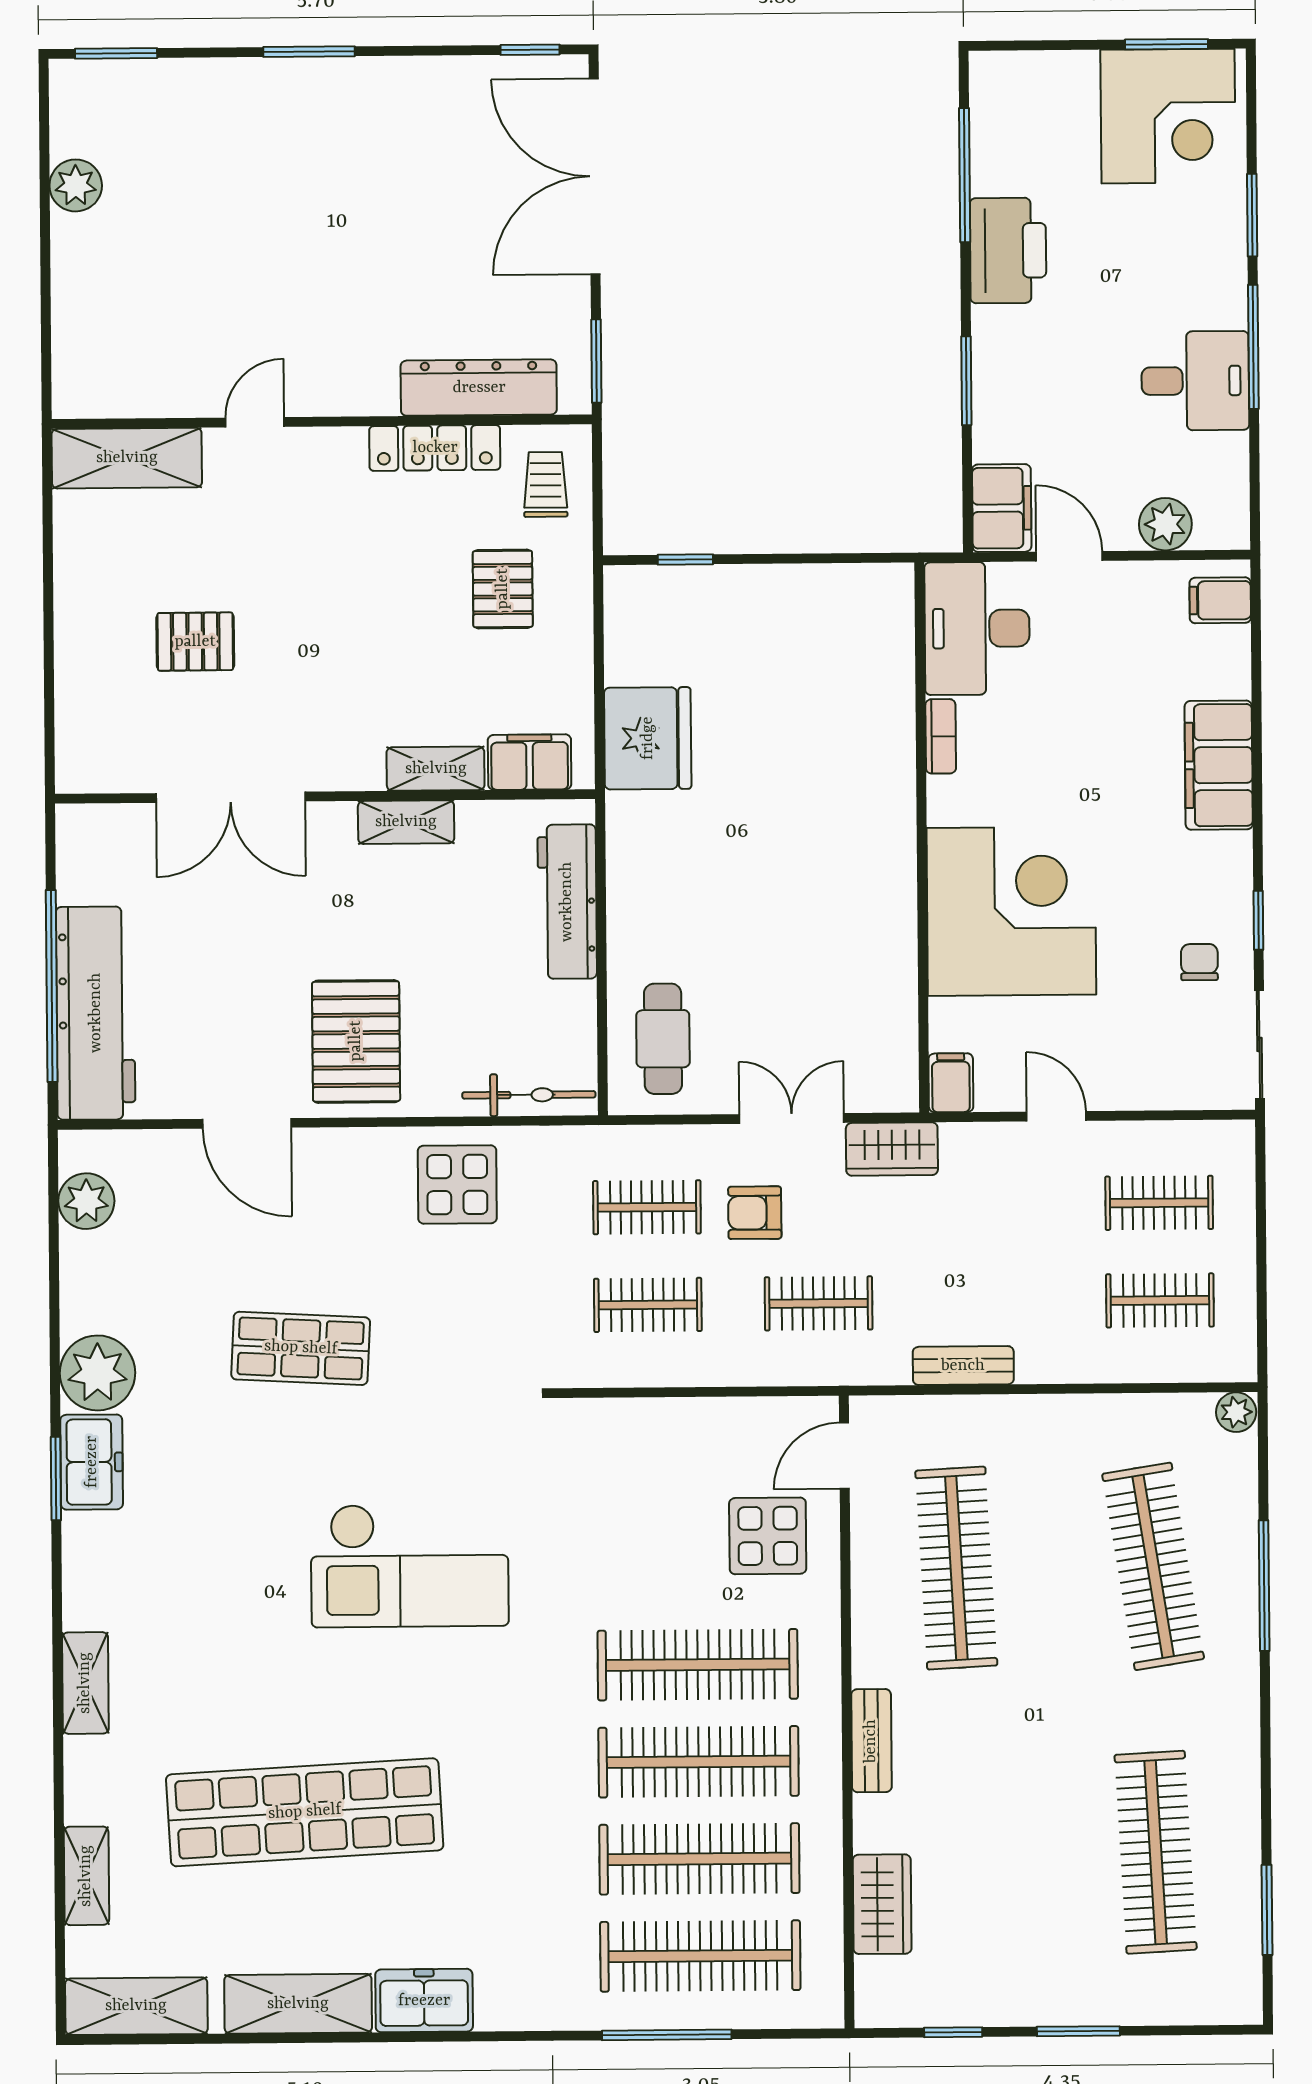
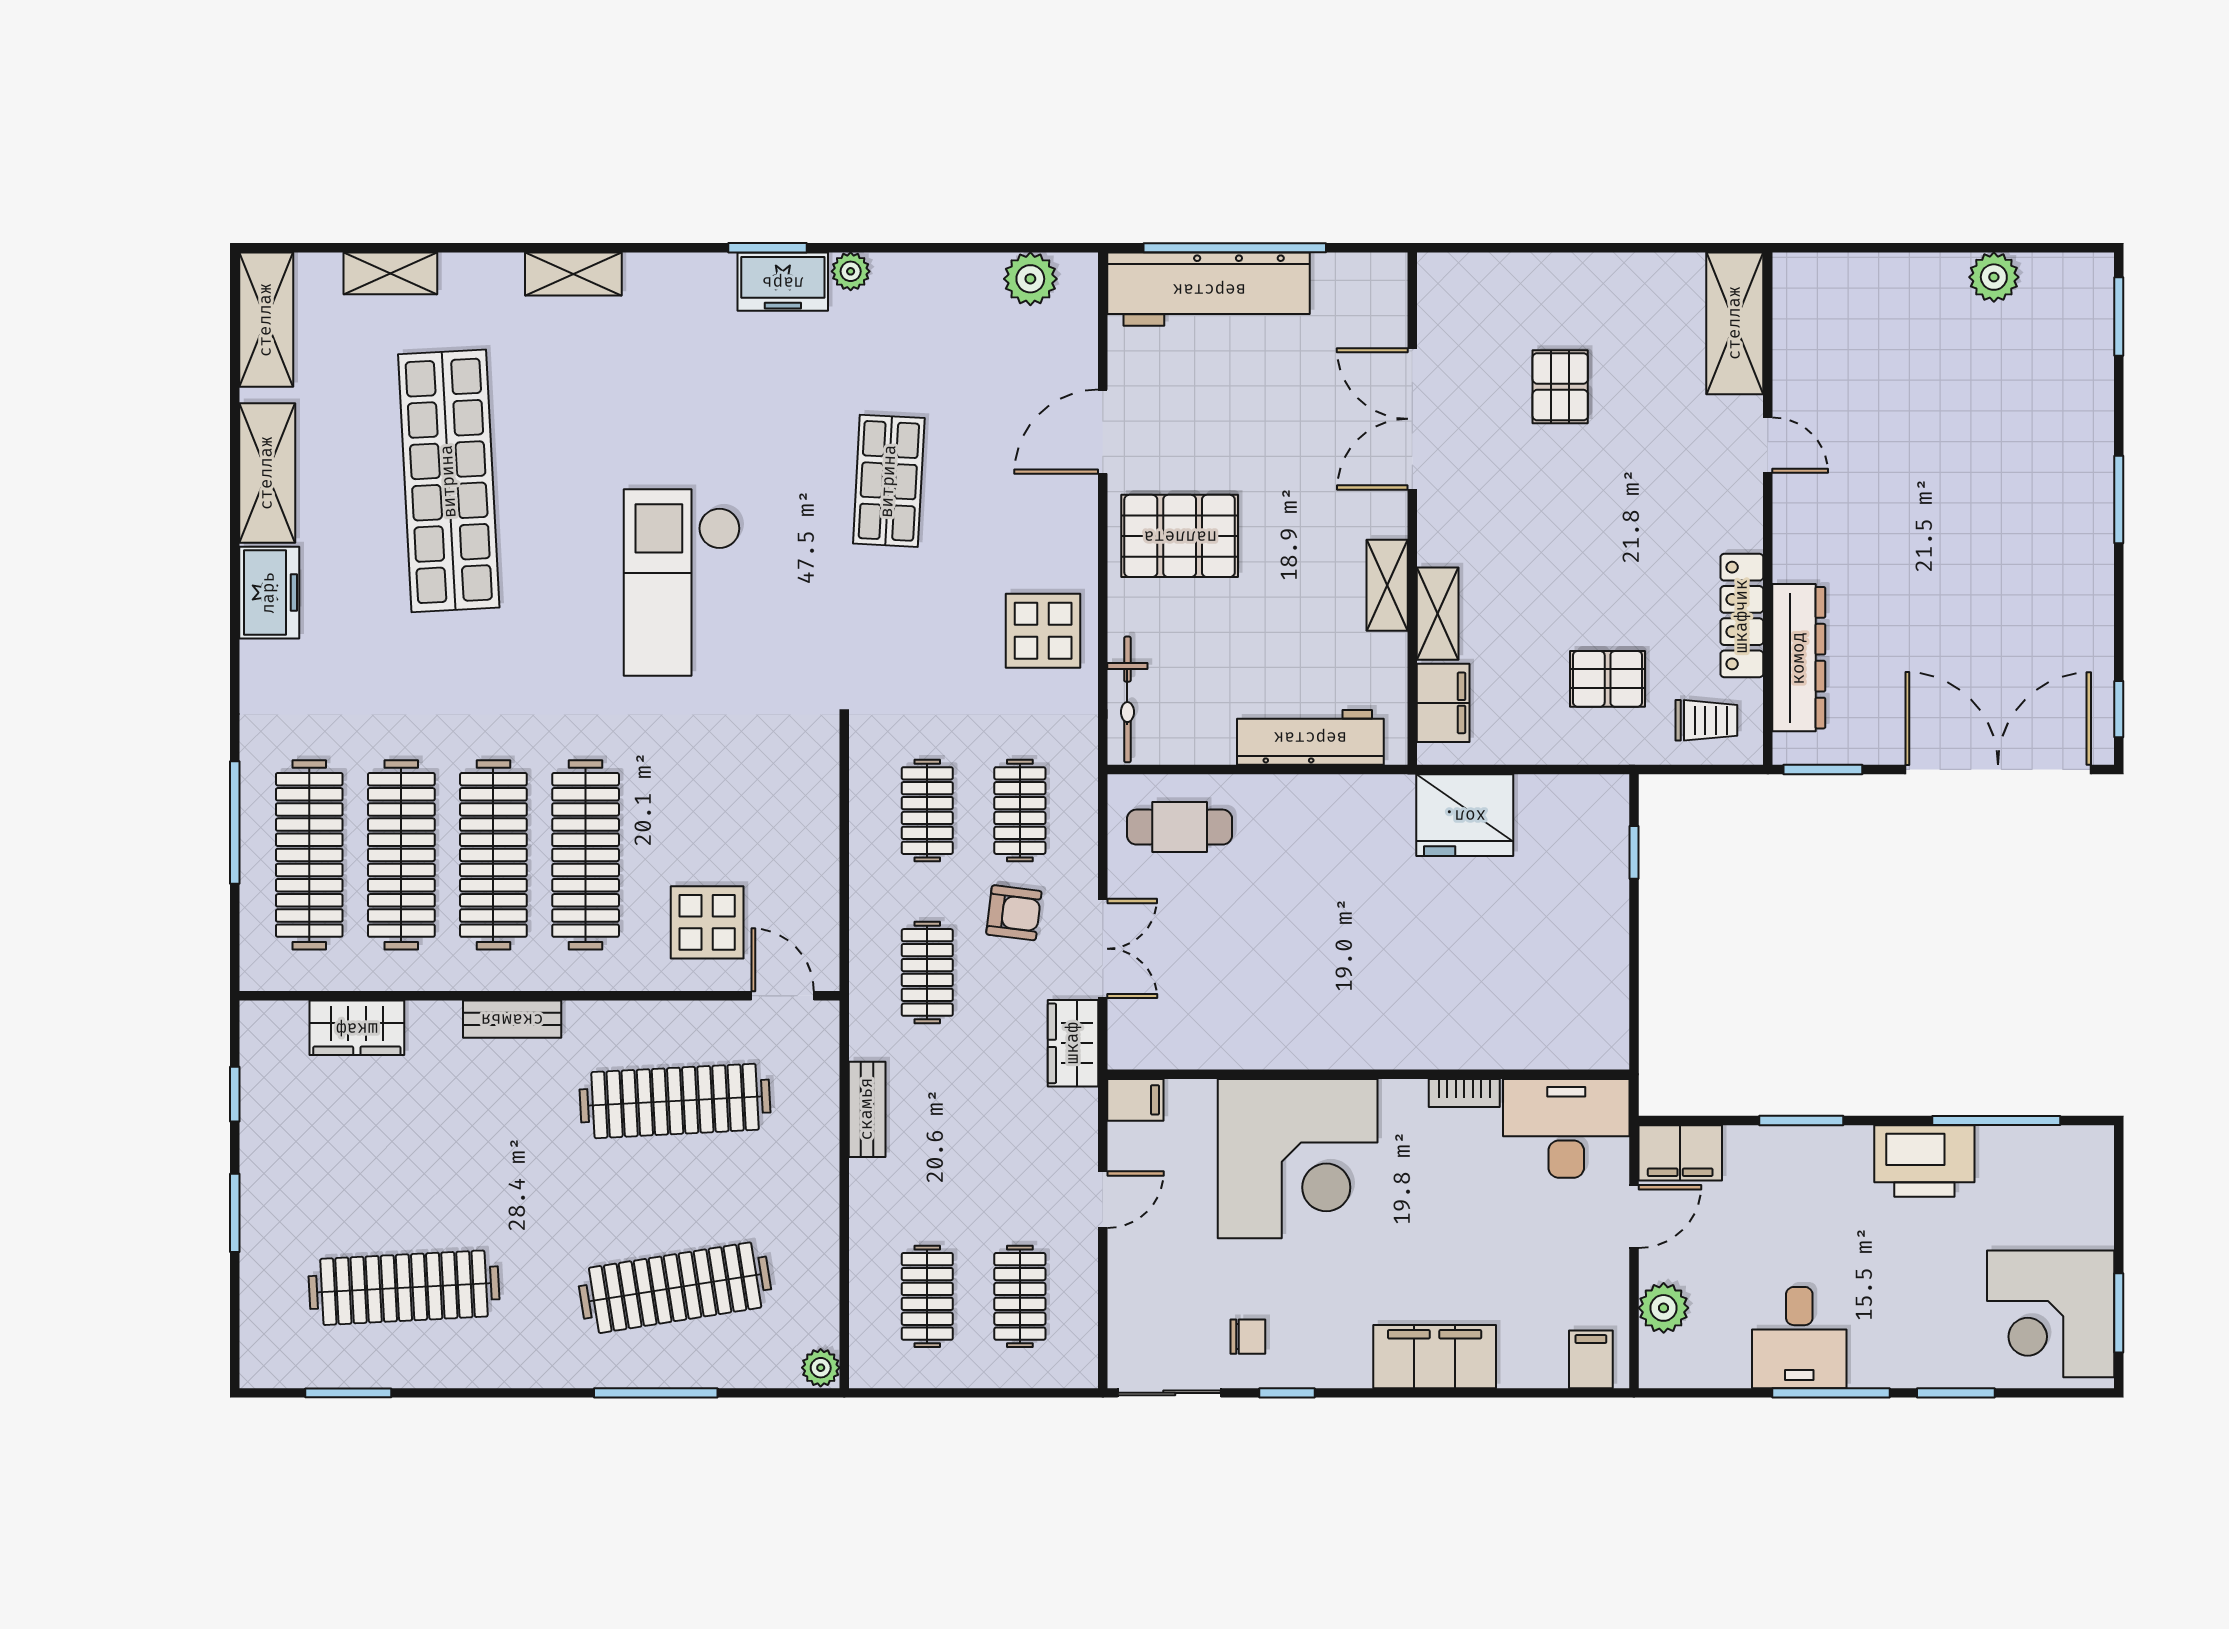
armchair: (755, 1213) -> (1014, 913), turned 97
plant: (98, 1373) -> (851, 271), width x0.53, depth x0.53

